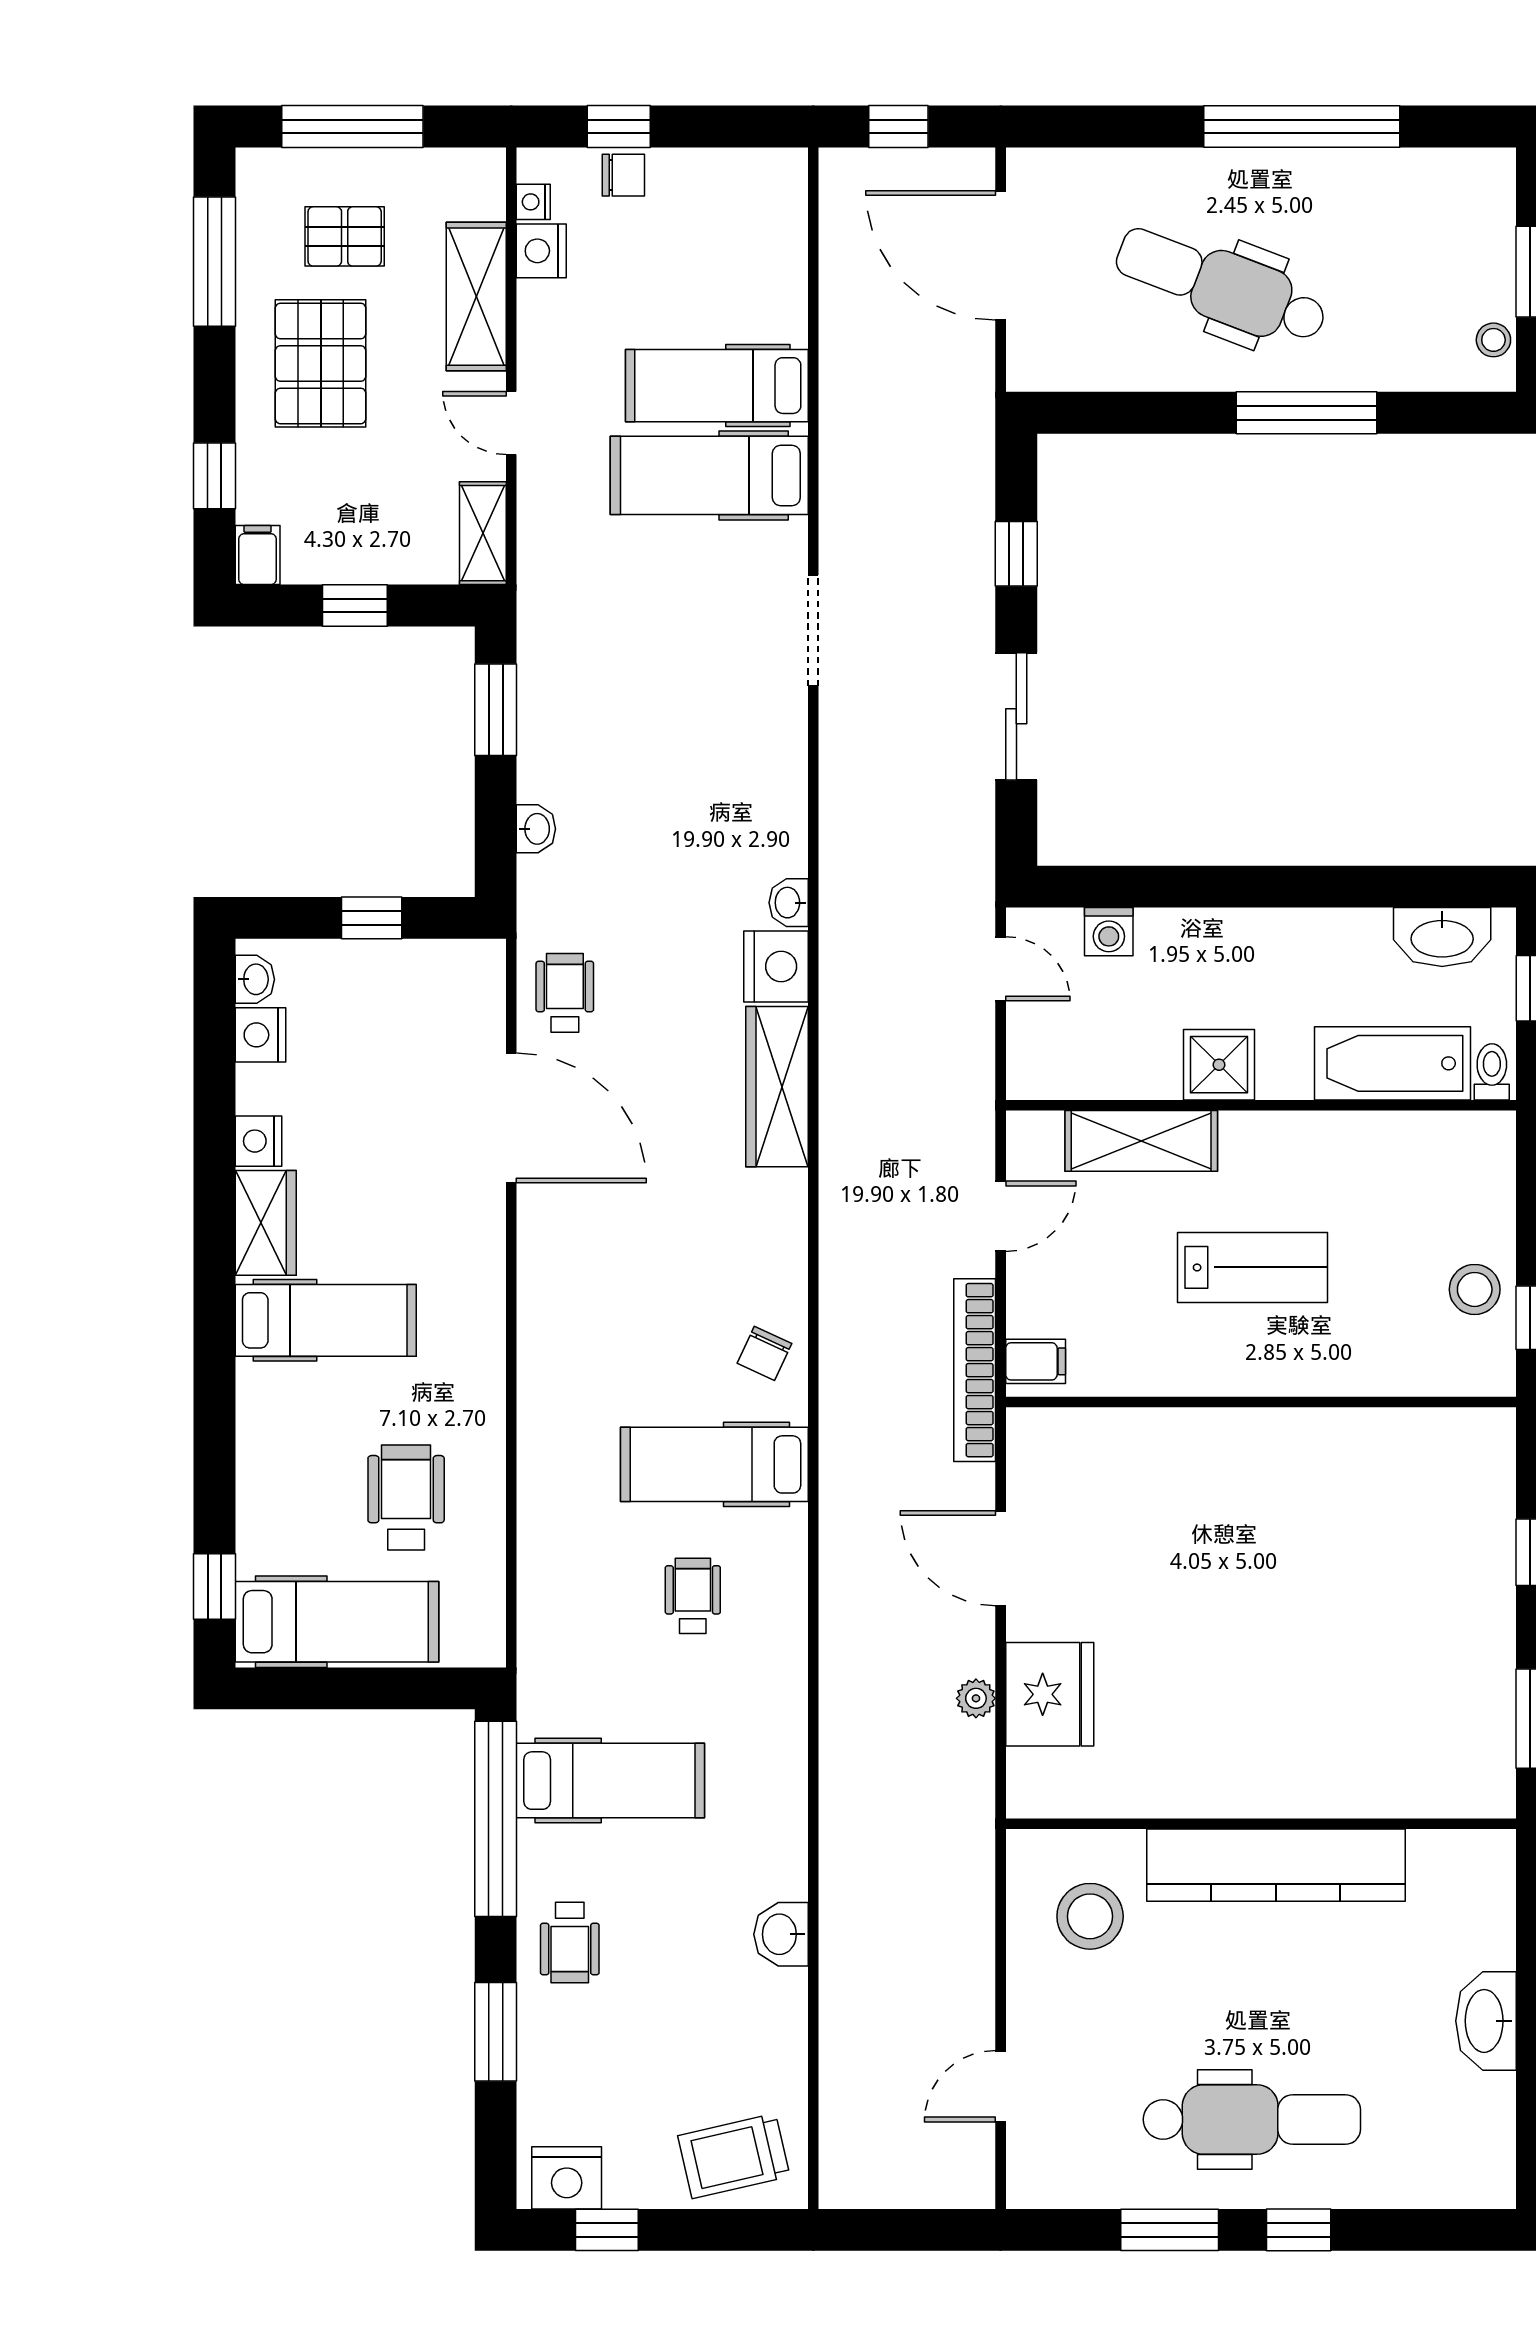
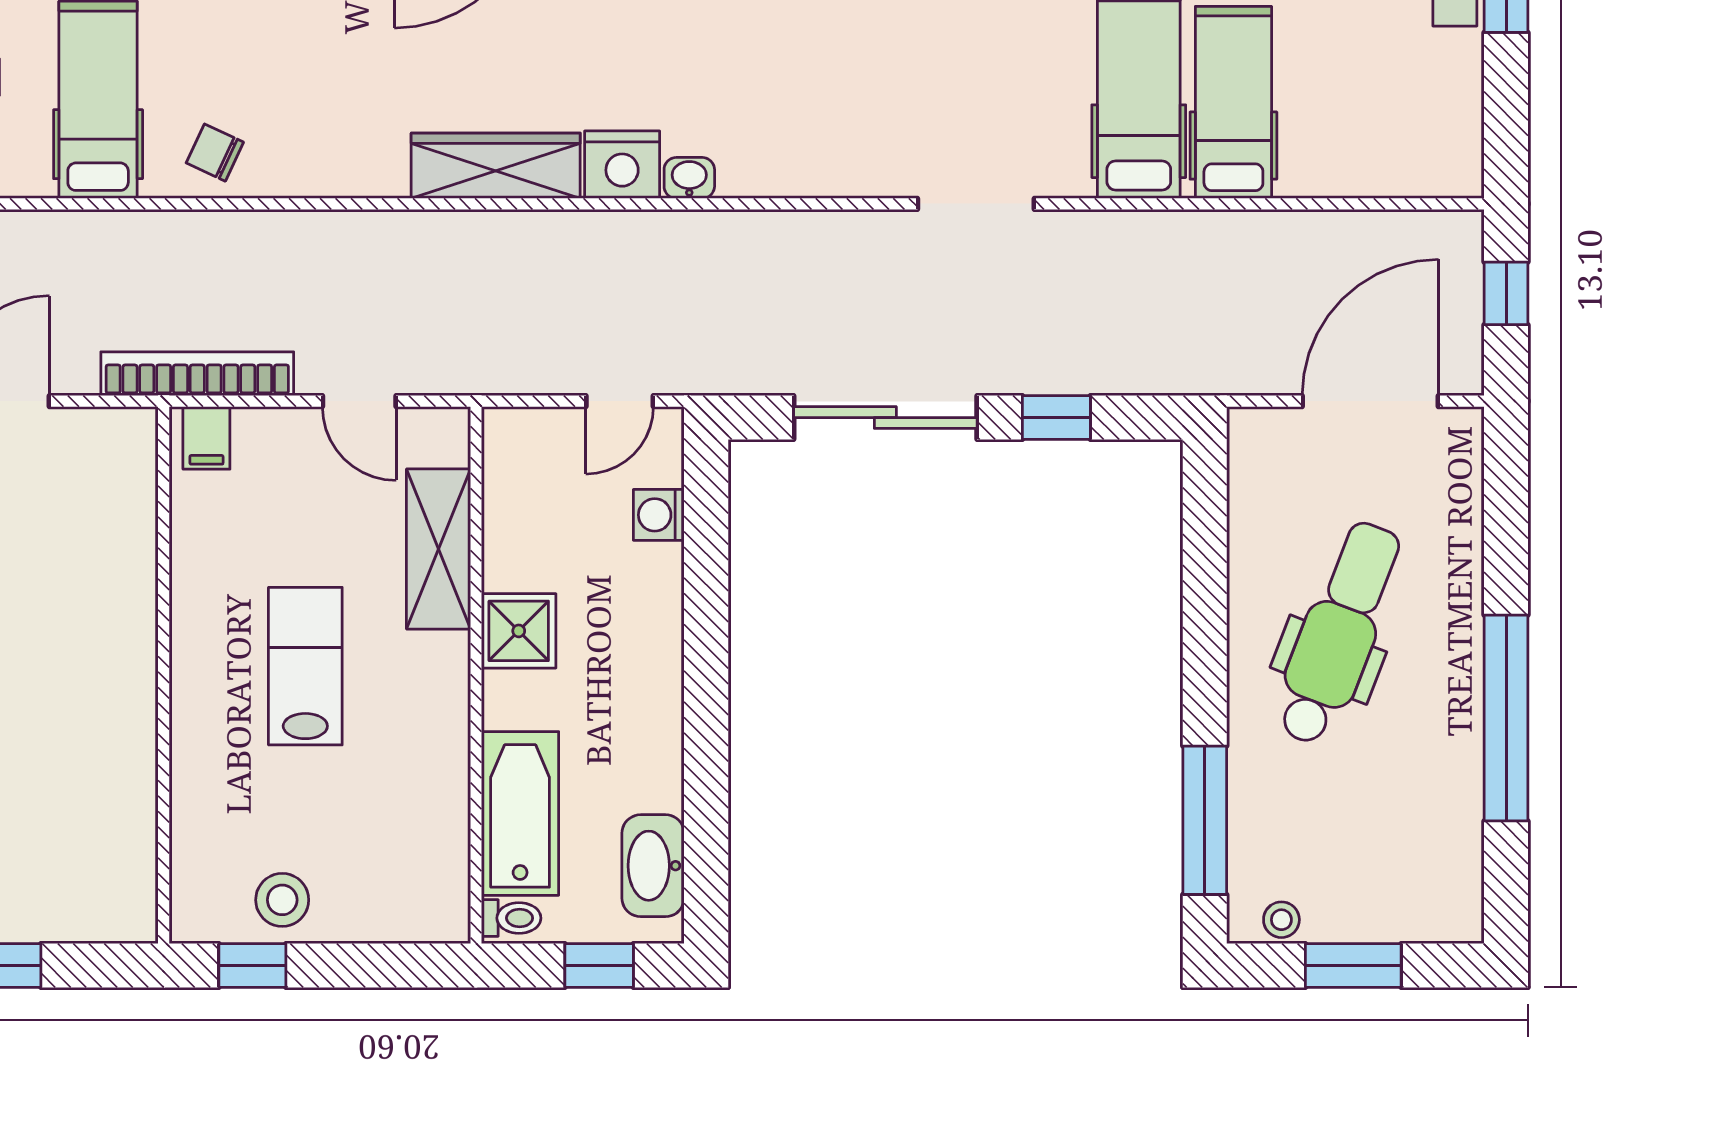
window: (1307, 413) -> (1205, 820), moved
sliding door: (1016, 716) -> (885, 418), width x1.37
lab bench: (1253, 1267) -> (305, 666), turned 180

